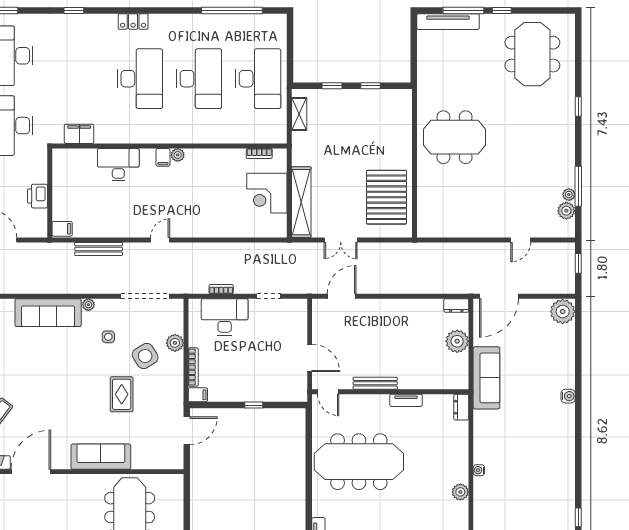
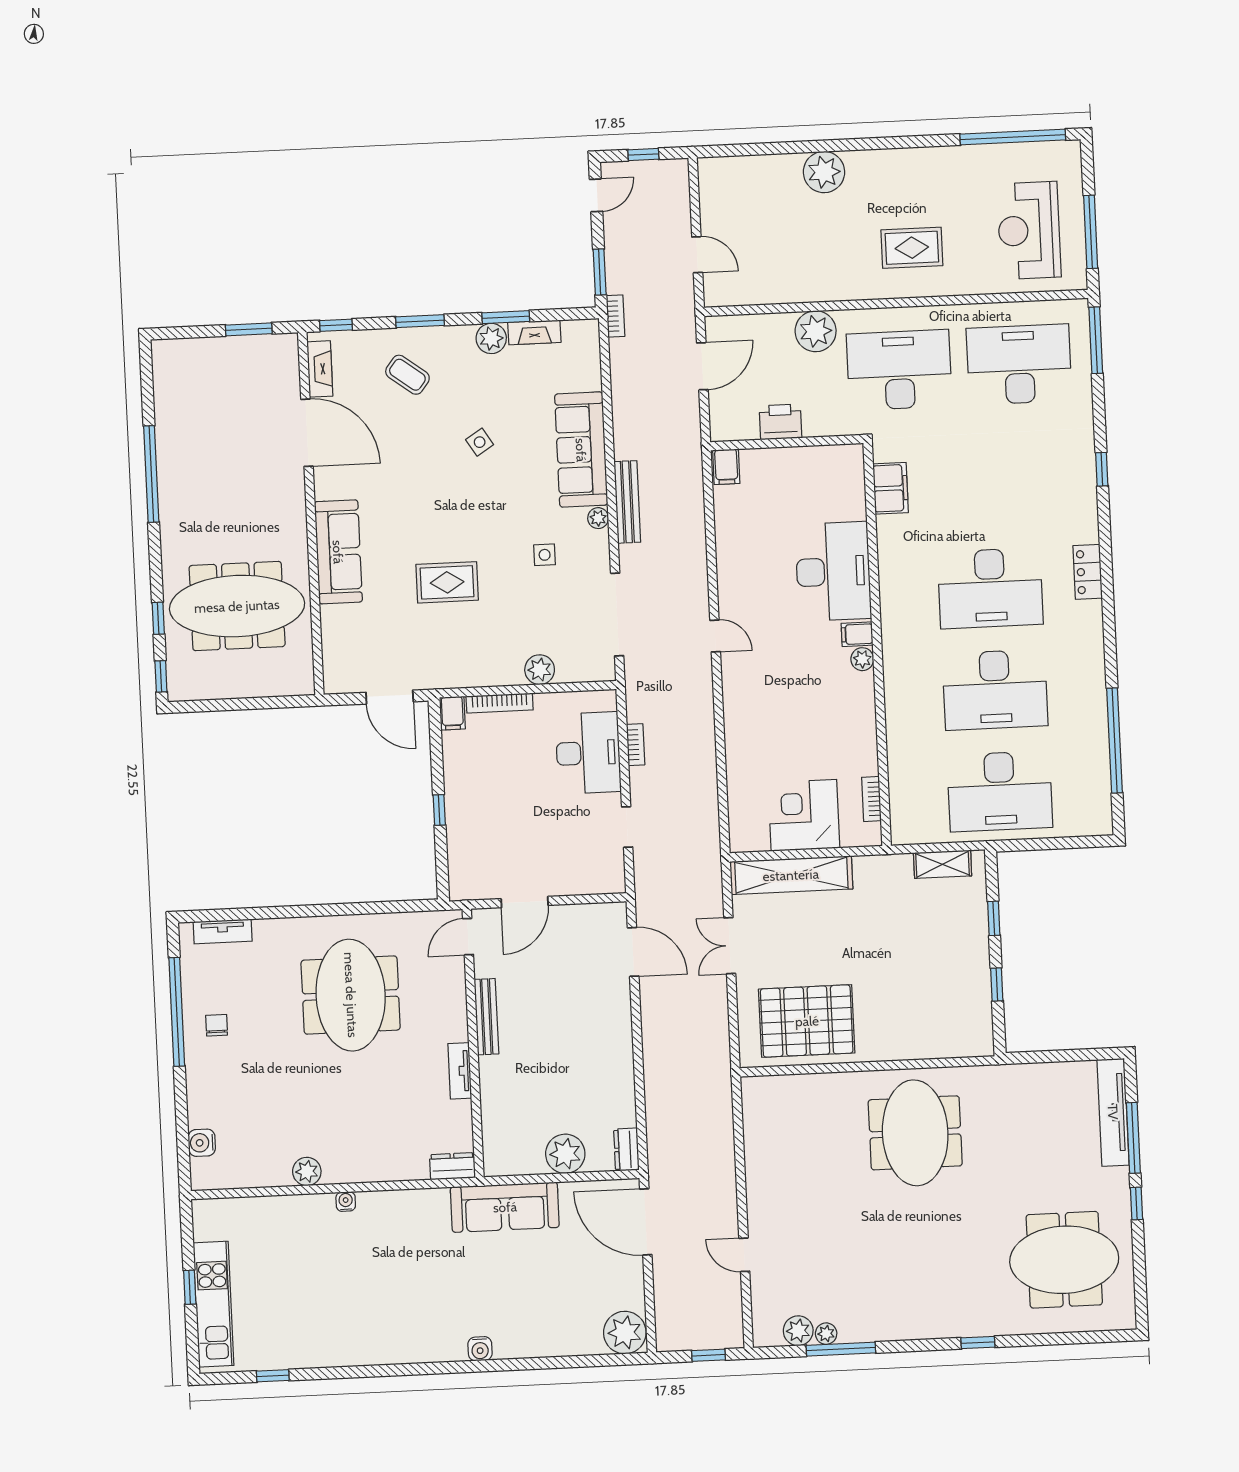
desk: (118, 165) -> (833, 571), width x1.36, depth x1.30
bench: (99, 249) -> (627, 502), moved
side table: (145, 356) -> (480, 442), moved, width x0.54, depth x0.54
meeting table: (359, 462) -> (351, 995), width x0.73

